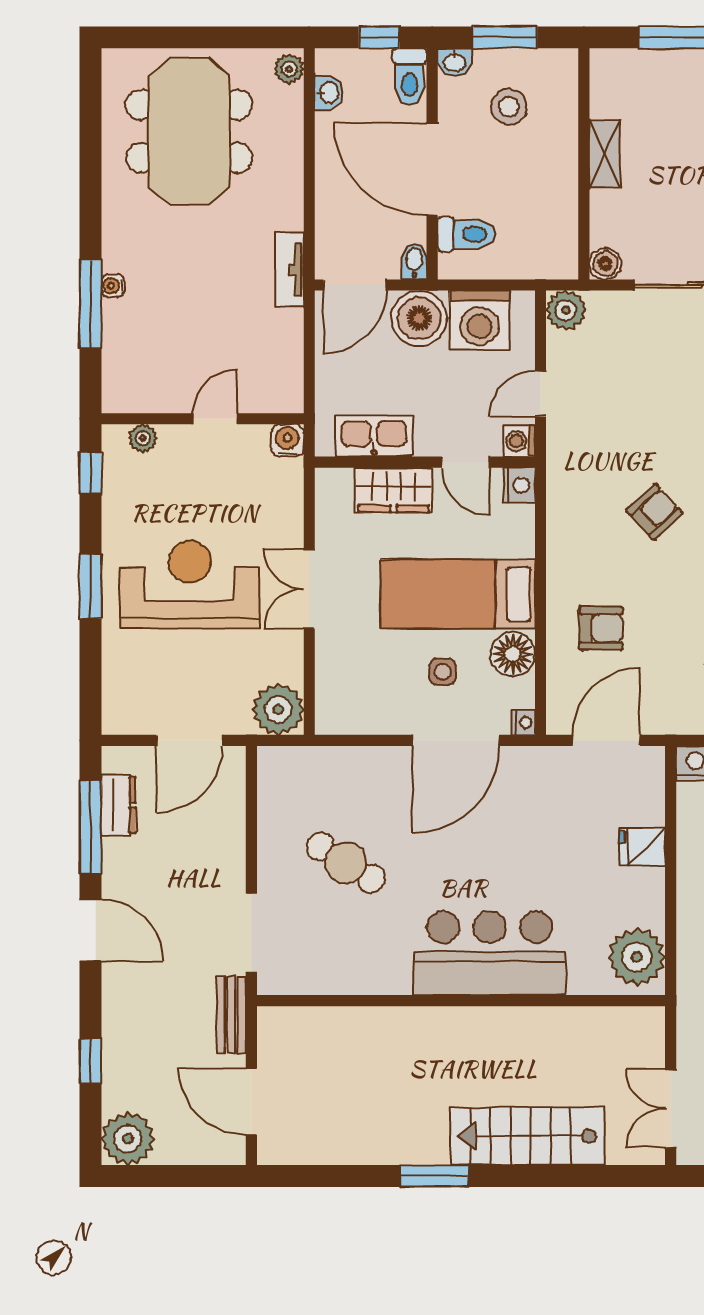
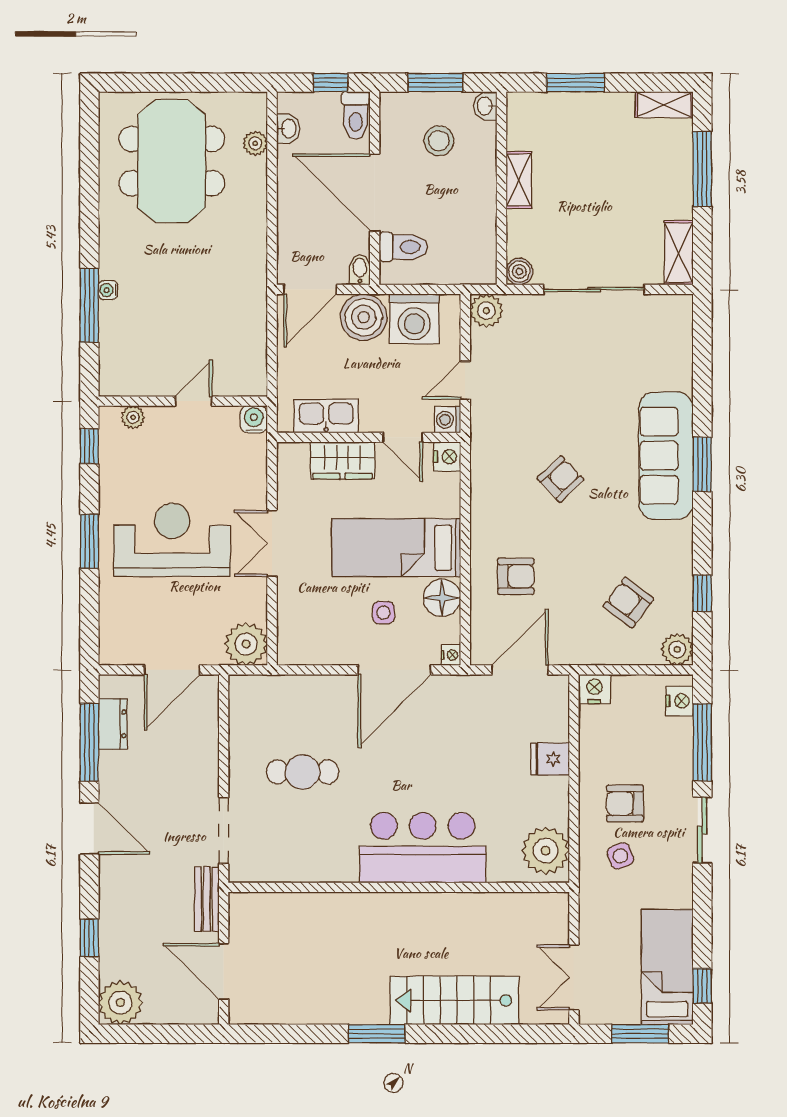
washbasin: (455, 62) -> (485, 106), moved, turned 90
plant: (289, 69) -> (255, 143), moved
tv unit: (290, 270) -> (256, 277), removed
cafe table: (346, 863) -> (303, 772), turned -32

